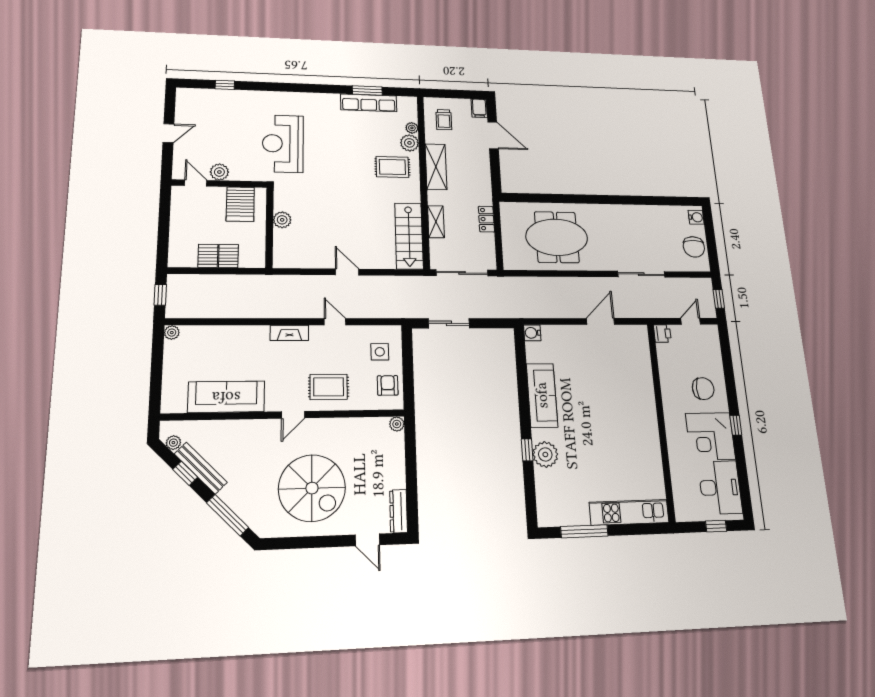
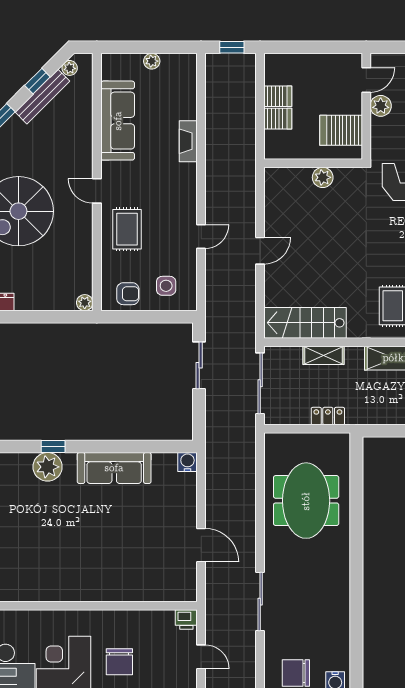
plant: (172, 333) -> (152, 61), moved
fireplace: (289, 333) -> (188, 141), moved

